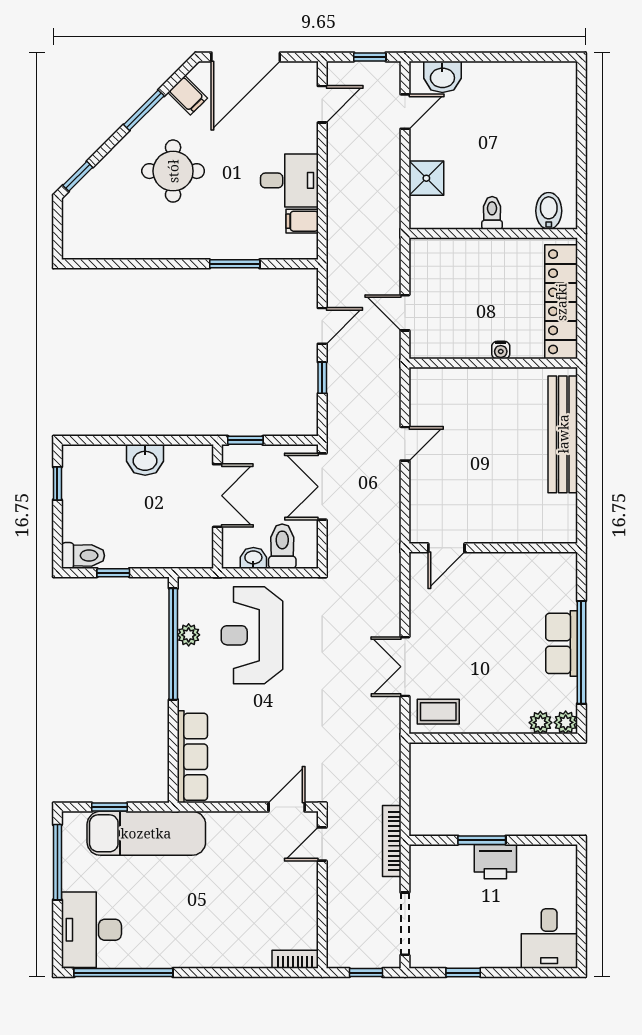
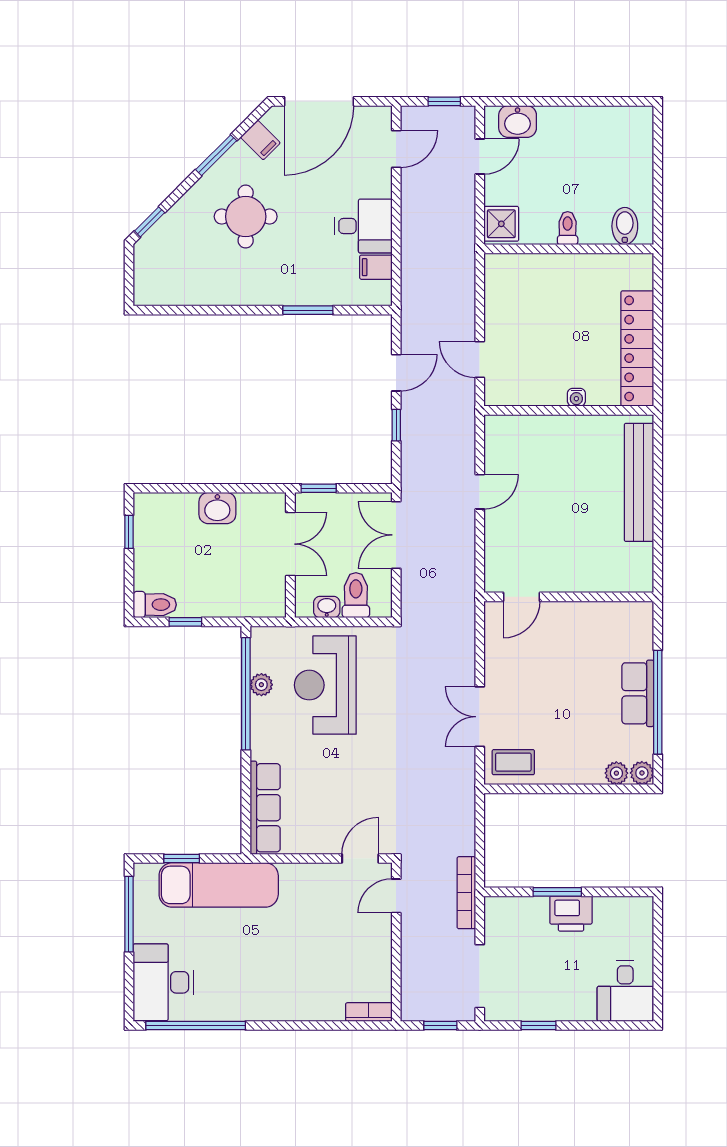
bidet: (549, 211) -> (625, 226), moved
toilet: (492, 213) -> (568, 228), moved
wall: (493, 233) -> (569, 249), moved

